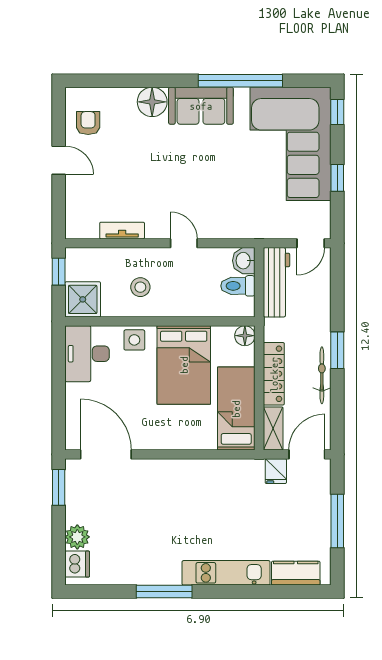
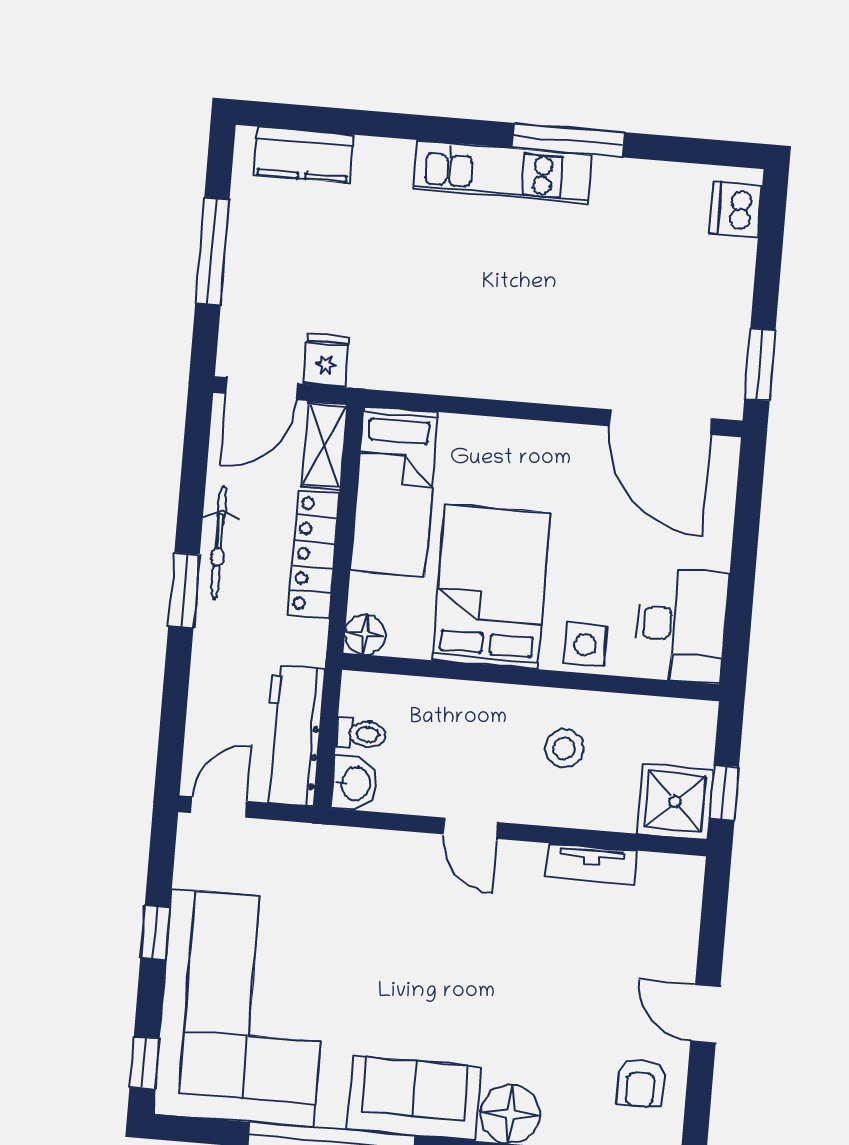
toilet: (238, 286) -> (361, 734), width x0.73, depth x0.72
shower: (83, 299) -> (675, 801), moved
plant: (77, 537) -> (731, 263), removed
kitchen unit: (226, 573) -> (503, 172), moved

